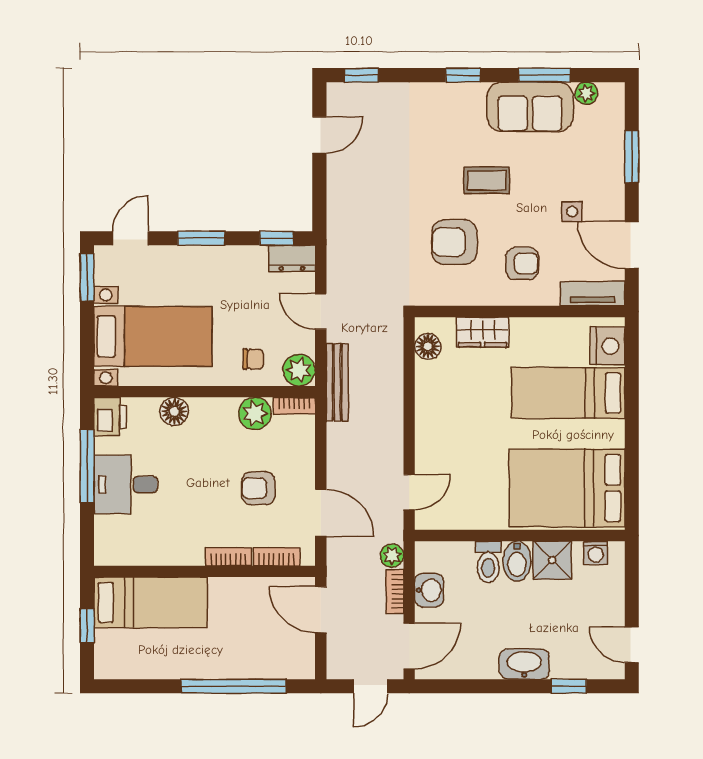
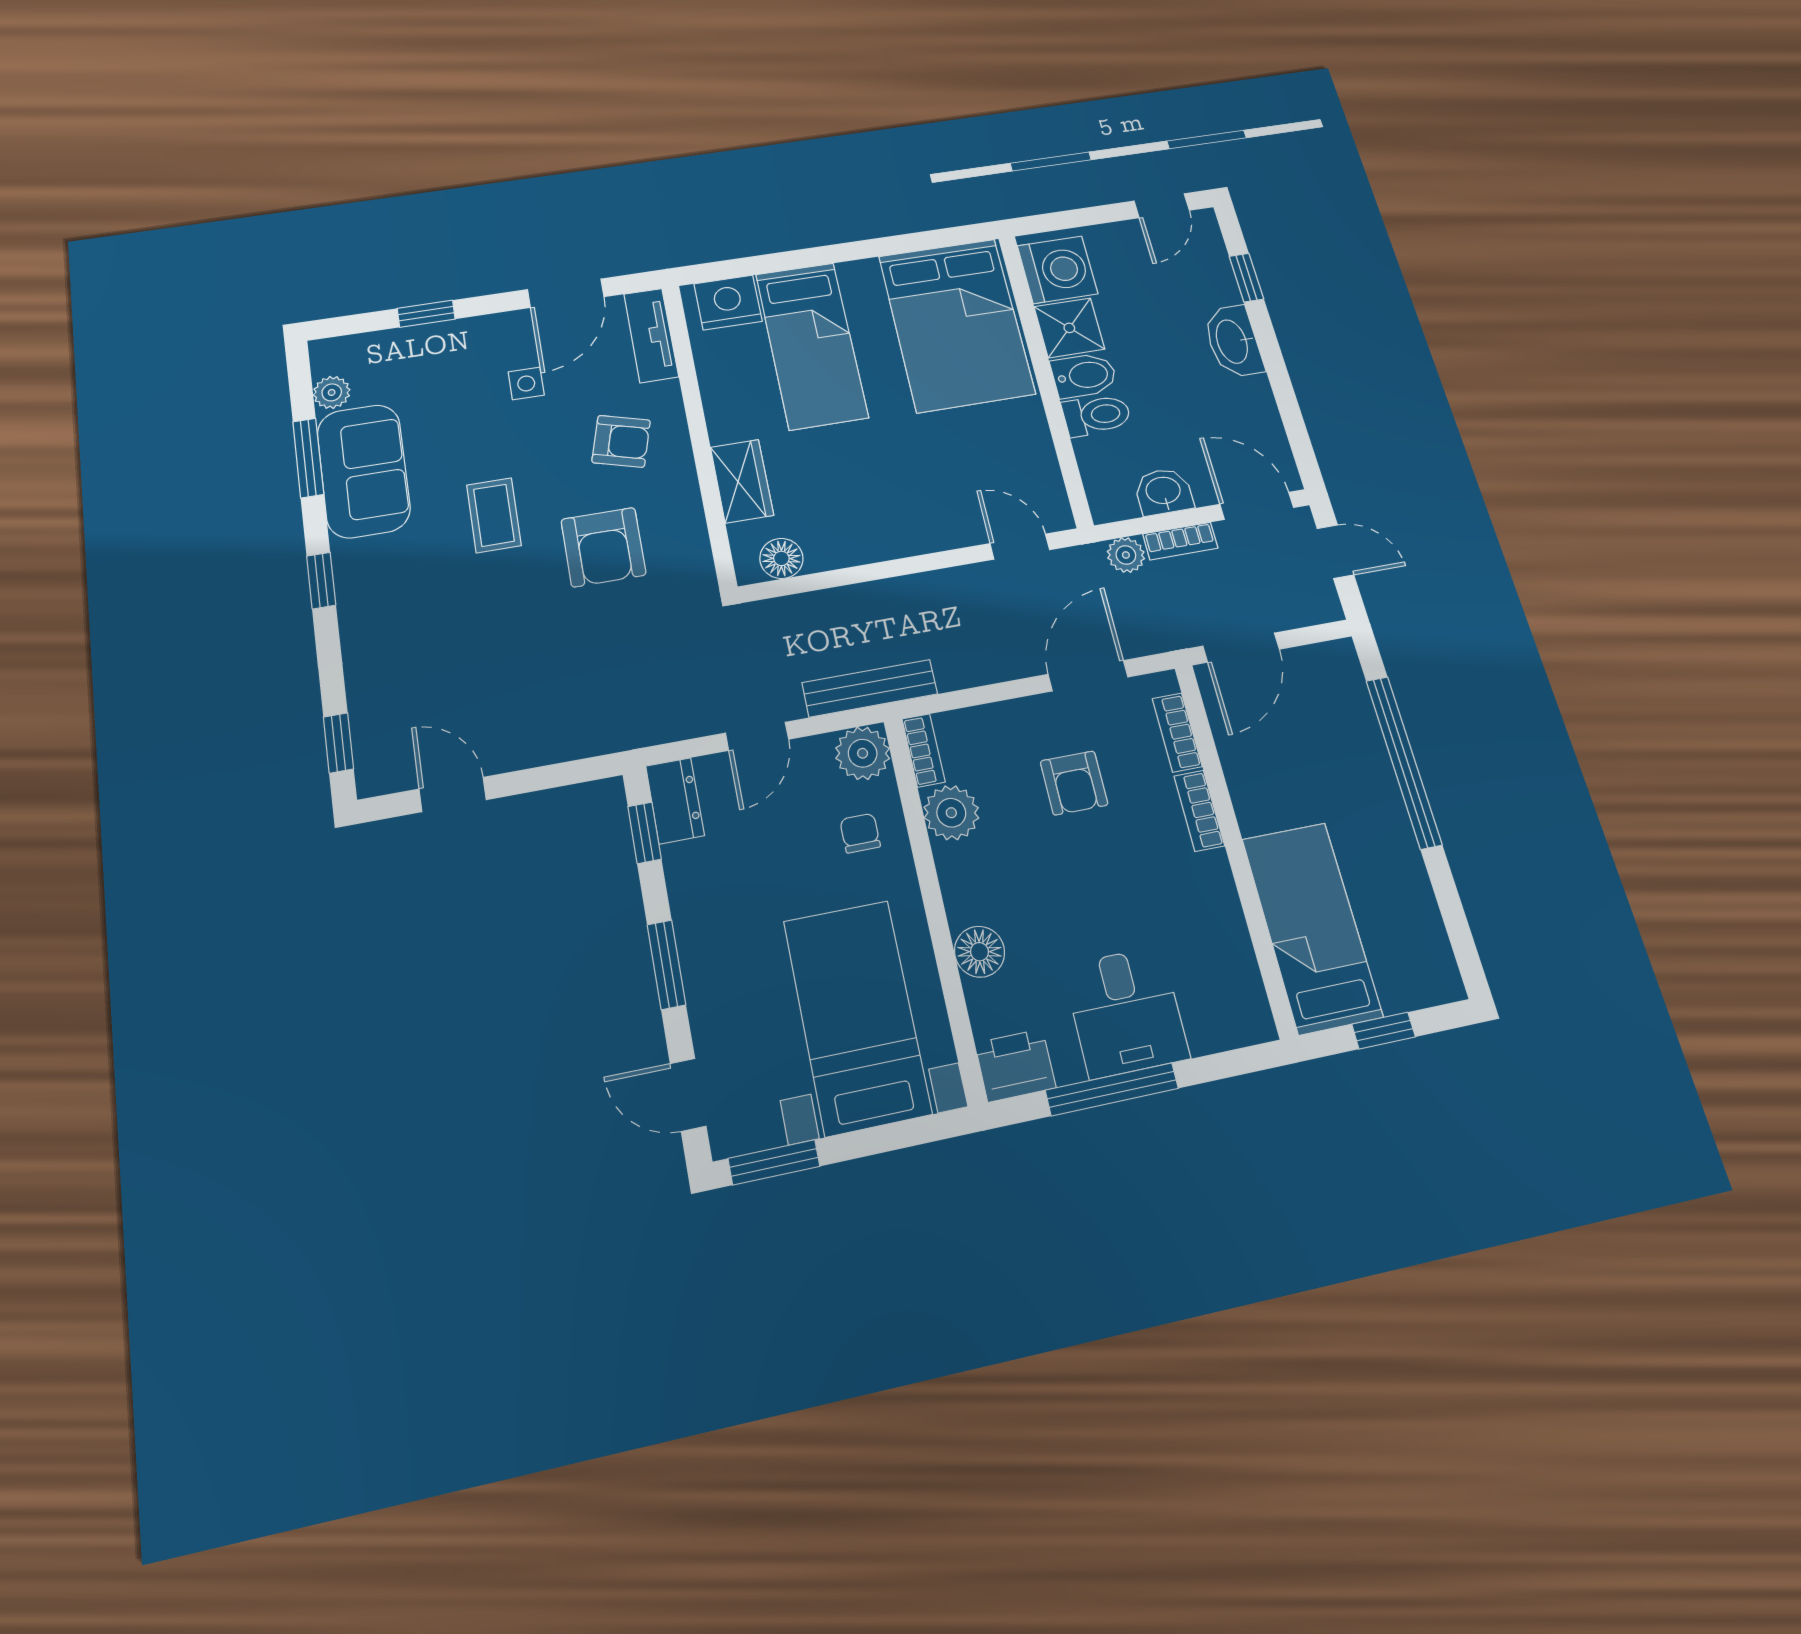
window: (632, 157) -> (426, 314), width x0.67
armchair: (522, 263) -> (621, 441), turned 106
washing machine: (596, 553) -> (1058, 270), width x1.89, depth x1.89

